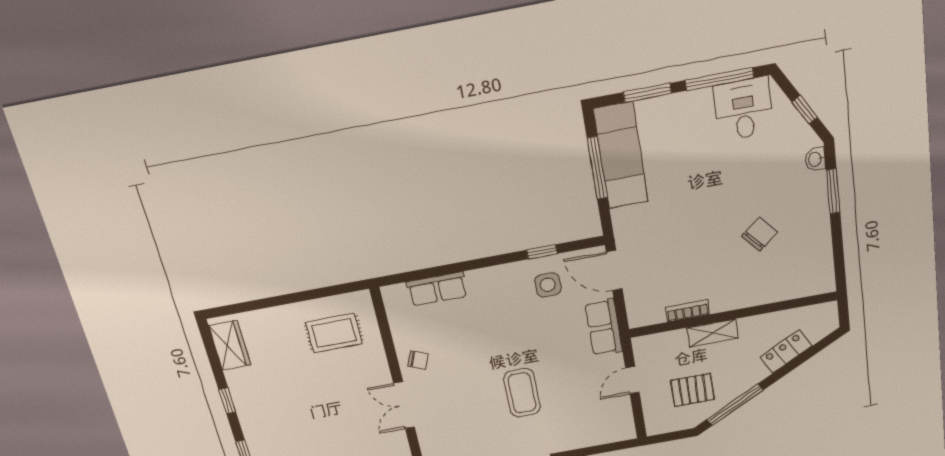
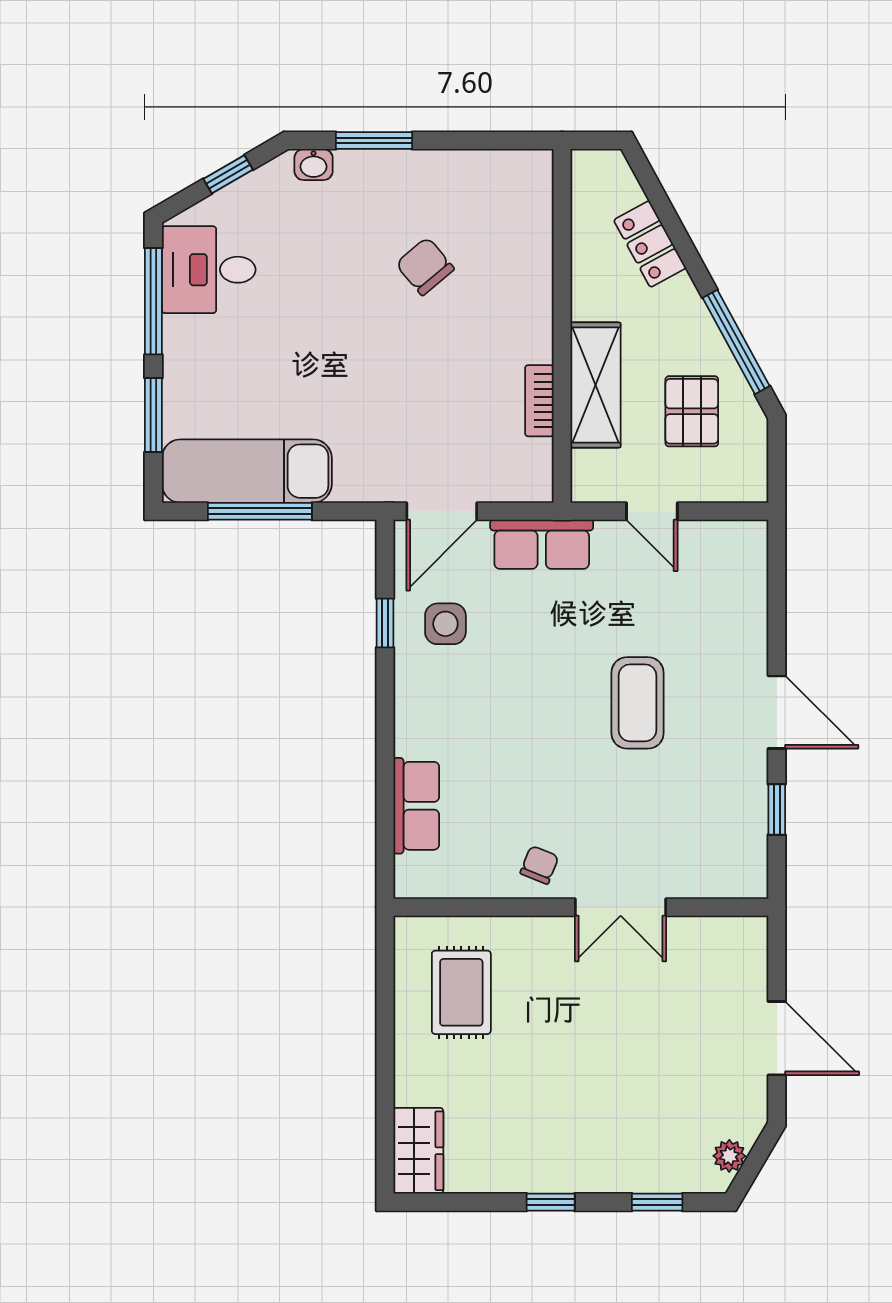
shelving: (712, 333) -> (595, 385), width x1.50, depth x1.33
wardrobe: (230, 345) -> (418, 1151), moved, turned 90
coffee table: (522, 393) -> (638, 703), turned 90

